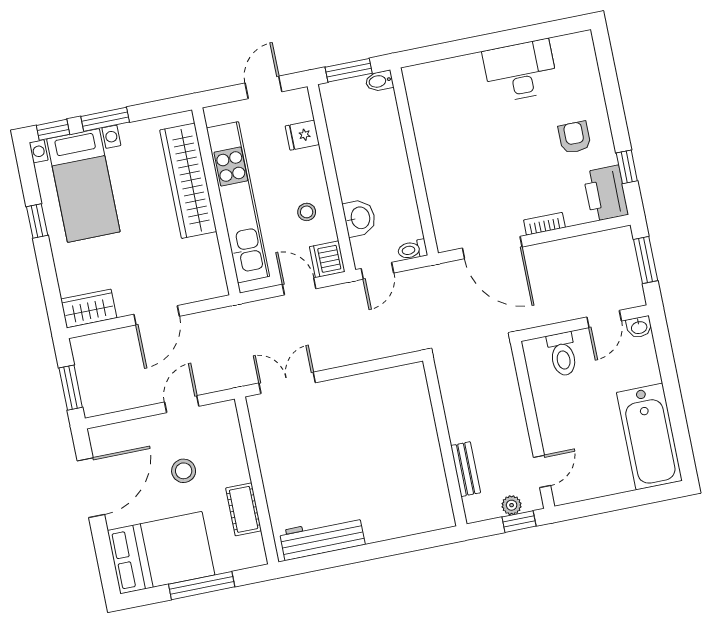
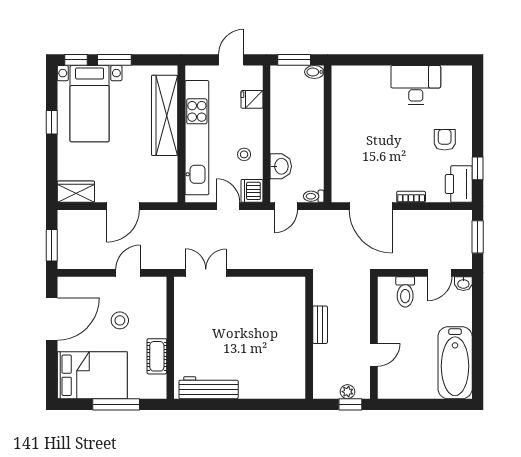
bench: (466, 469) -> (320, 325), moved
door: (542, 471) -> (374, 355), moved

